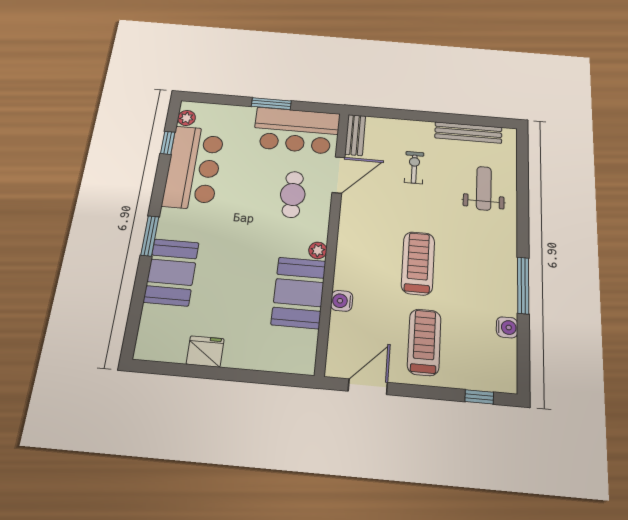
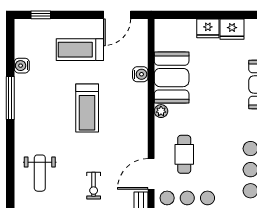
treadmill: (424, 342) -> (80, 50), turned 90
fridge: (239, 356) -> (208, 28), added

